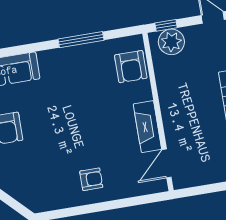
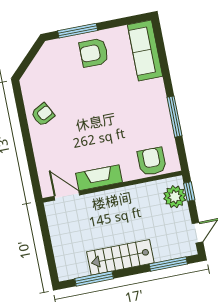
armchair: (131, 67) -> (152, 161), turned 90
armchair: (91, 179) -> (43, 115), moved, turned -118

